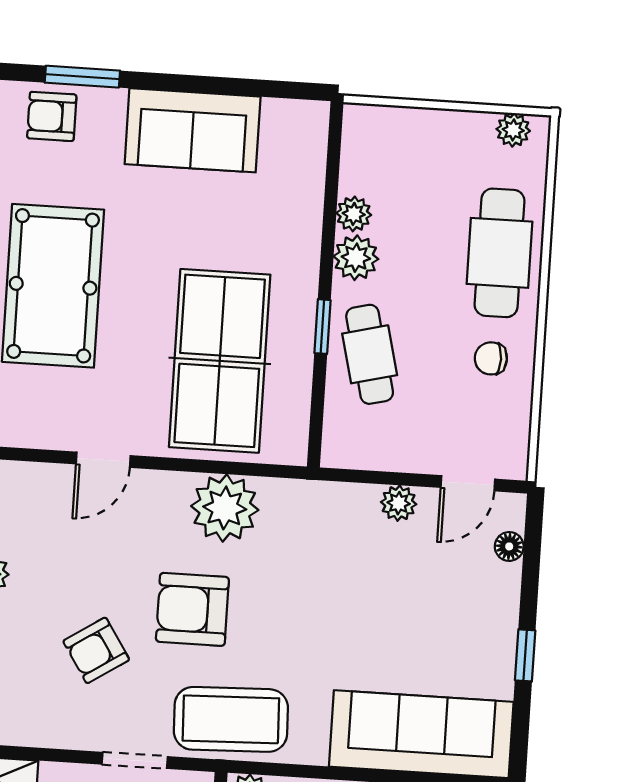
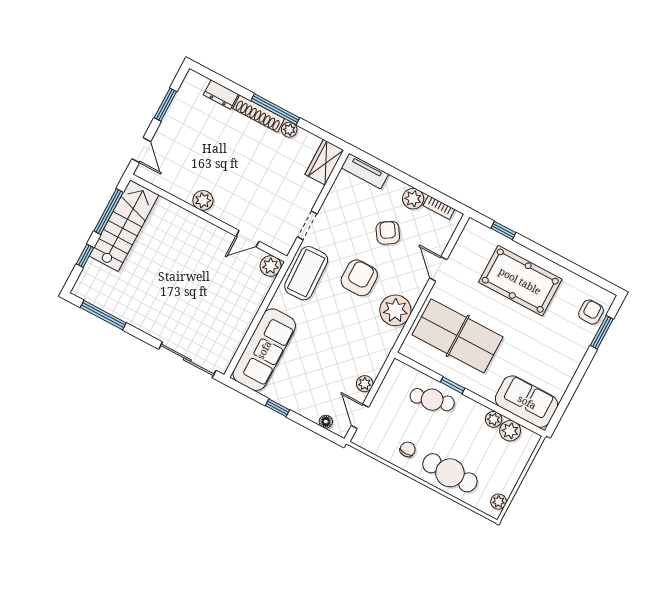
sofa: (193, 130) -> (527, 402), moved, turned 90
plant: (356, 258) -> (510, 431), moved
armchair: (96, 650) -> (388, 233), moved

